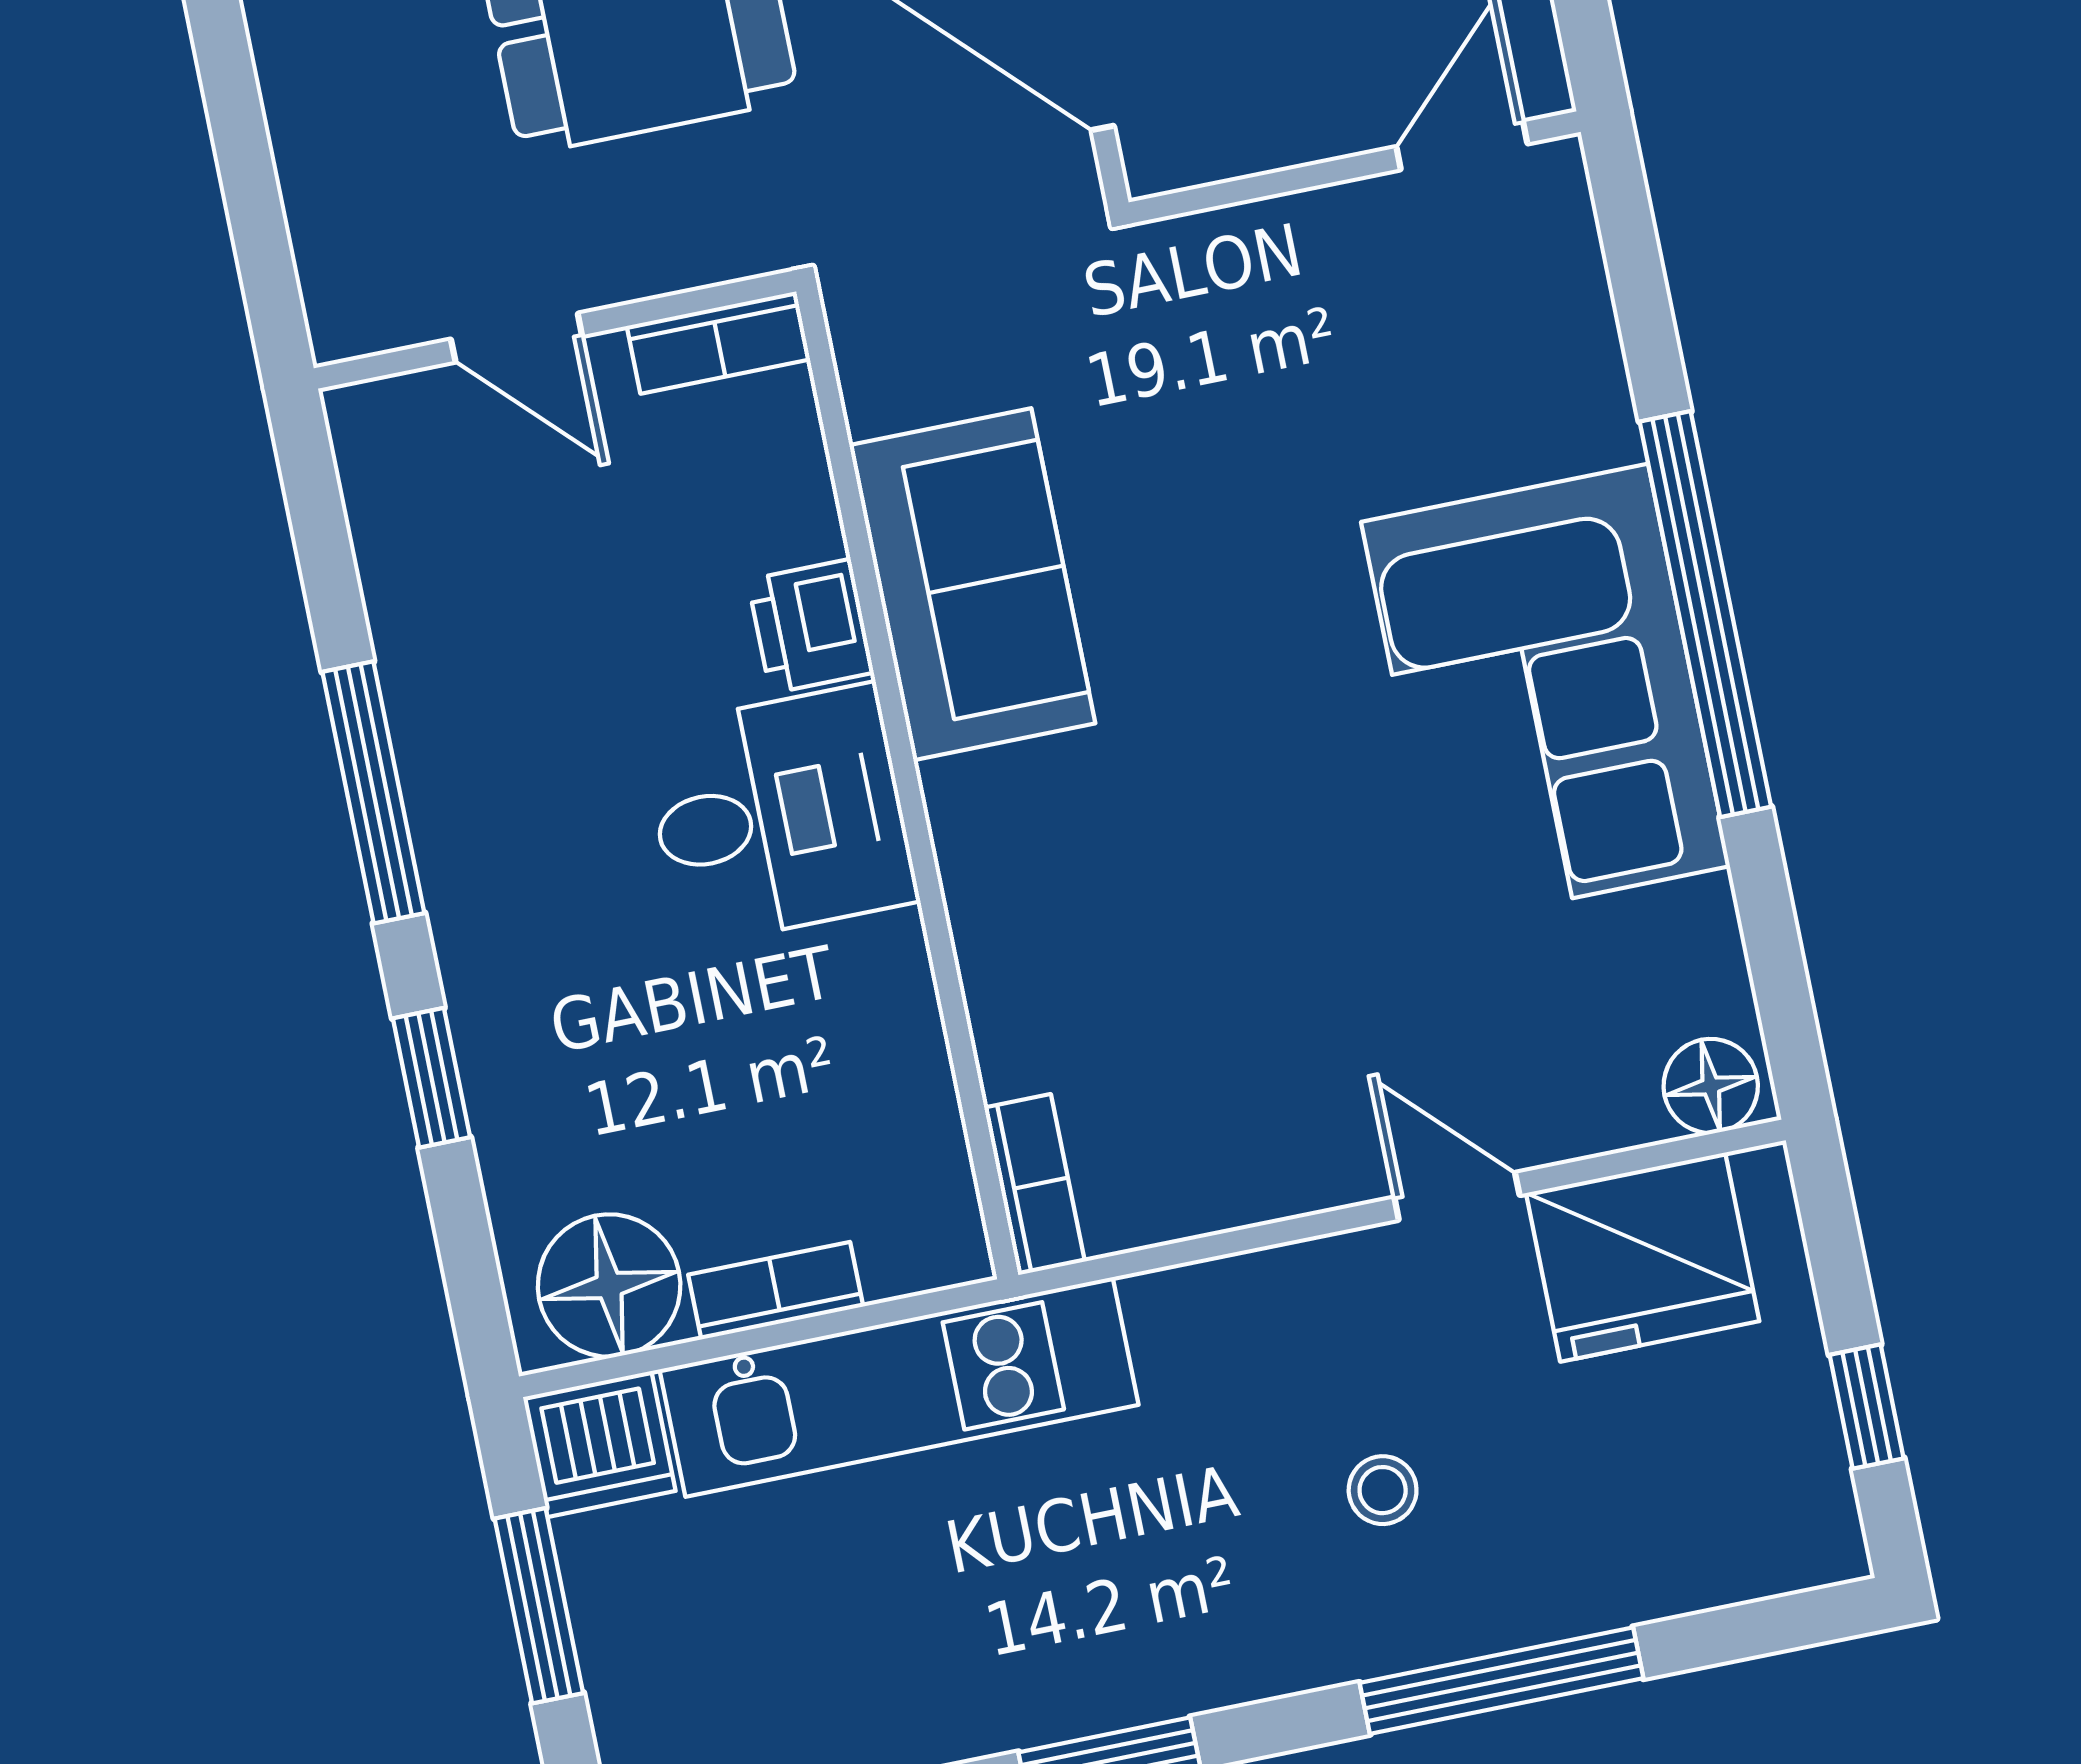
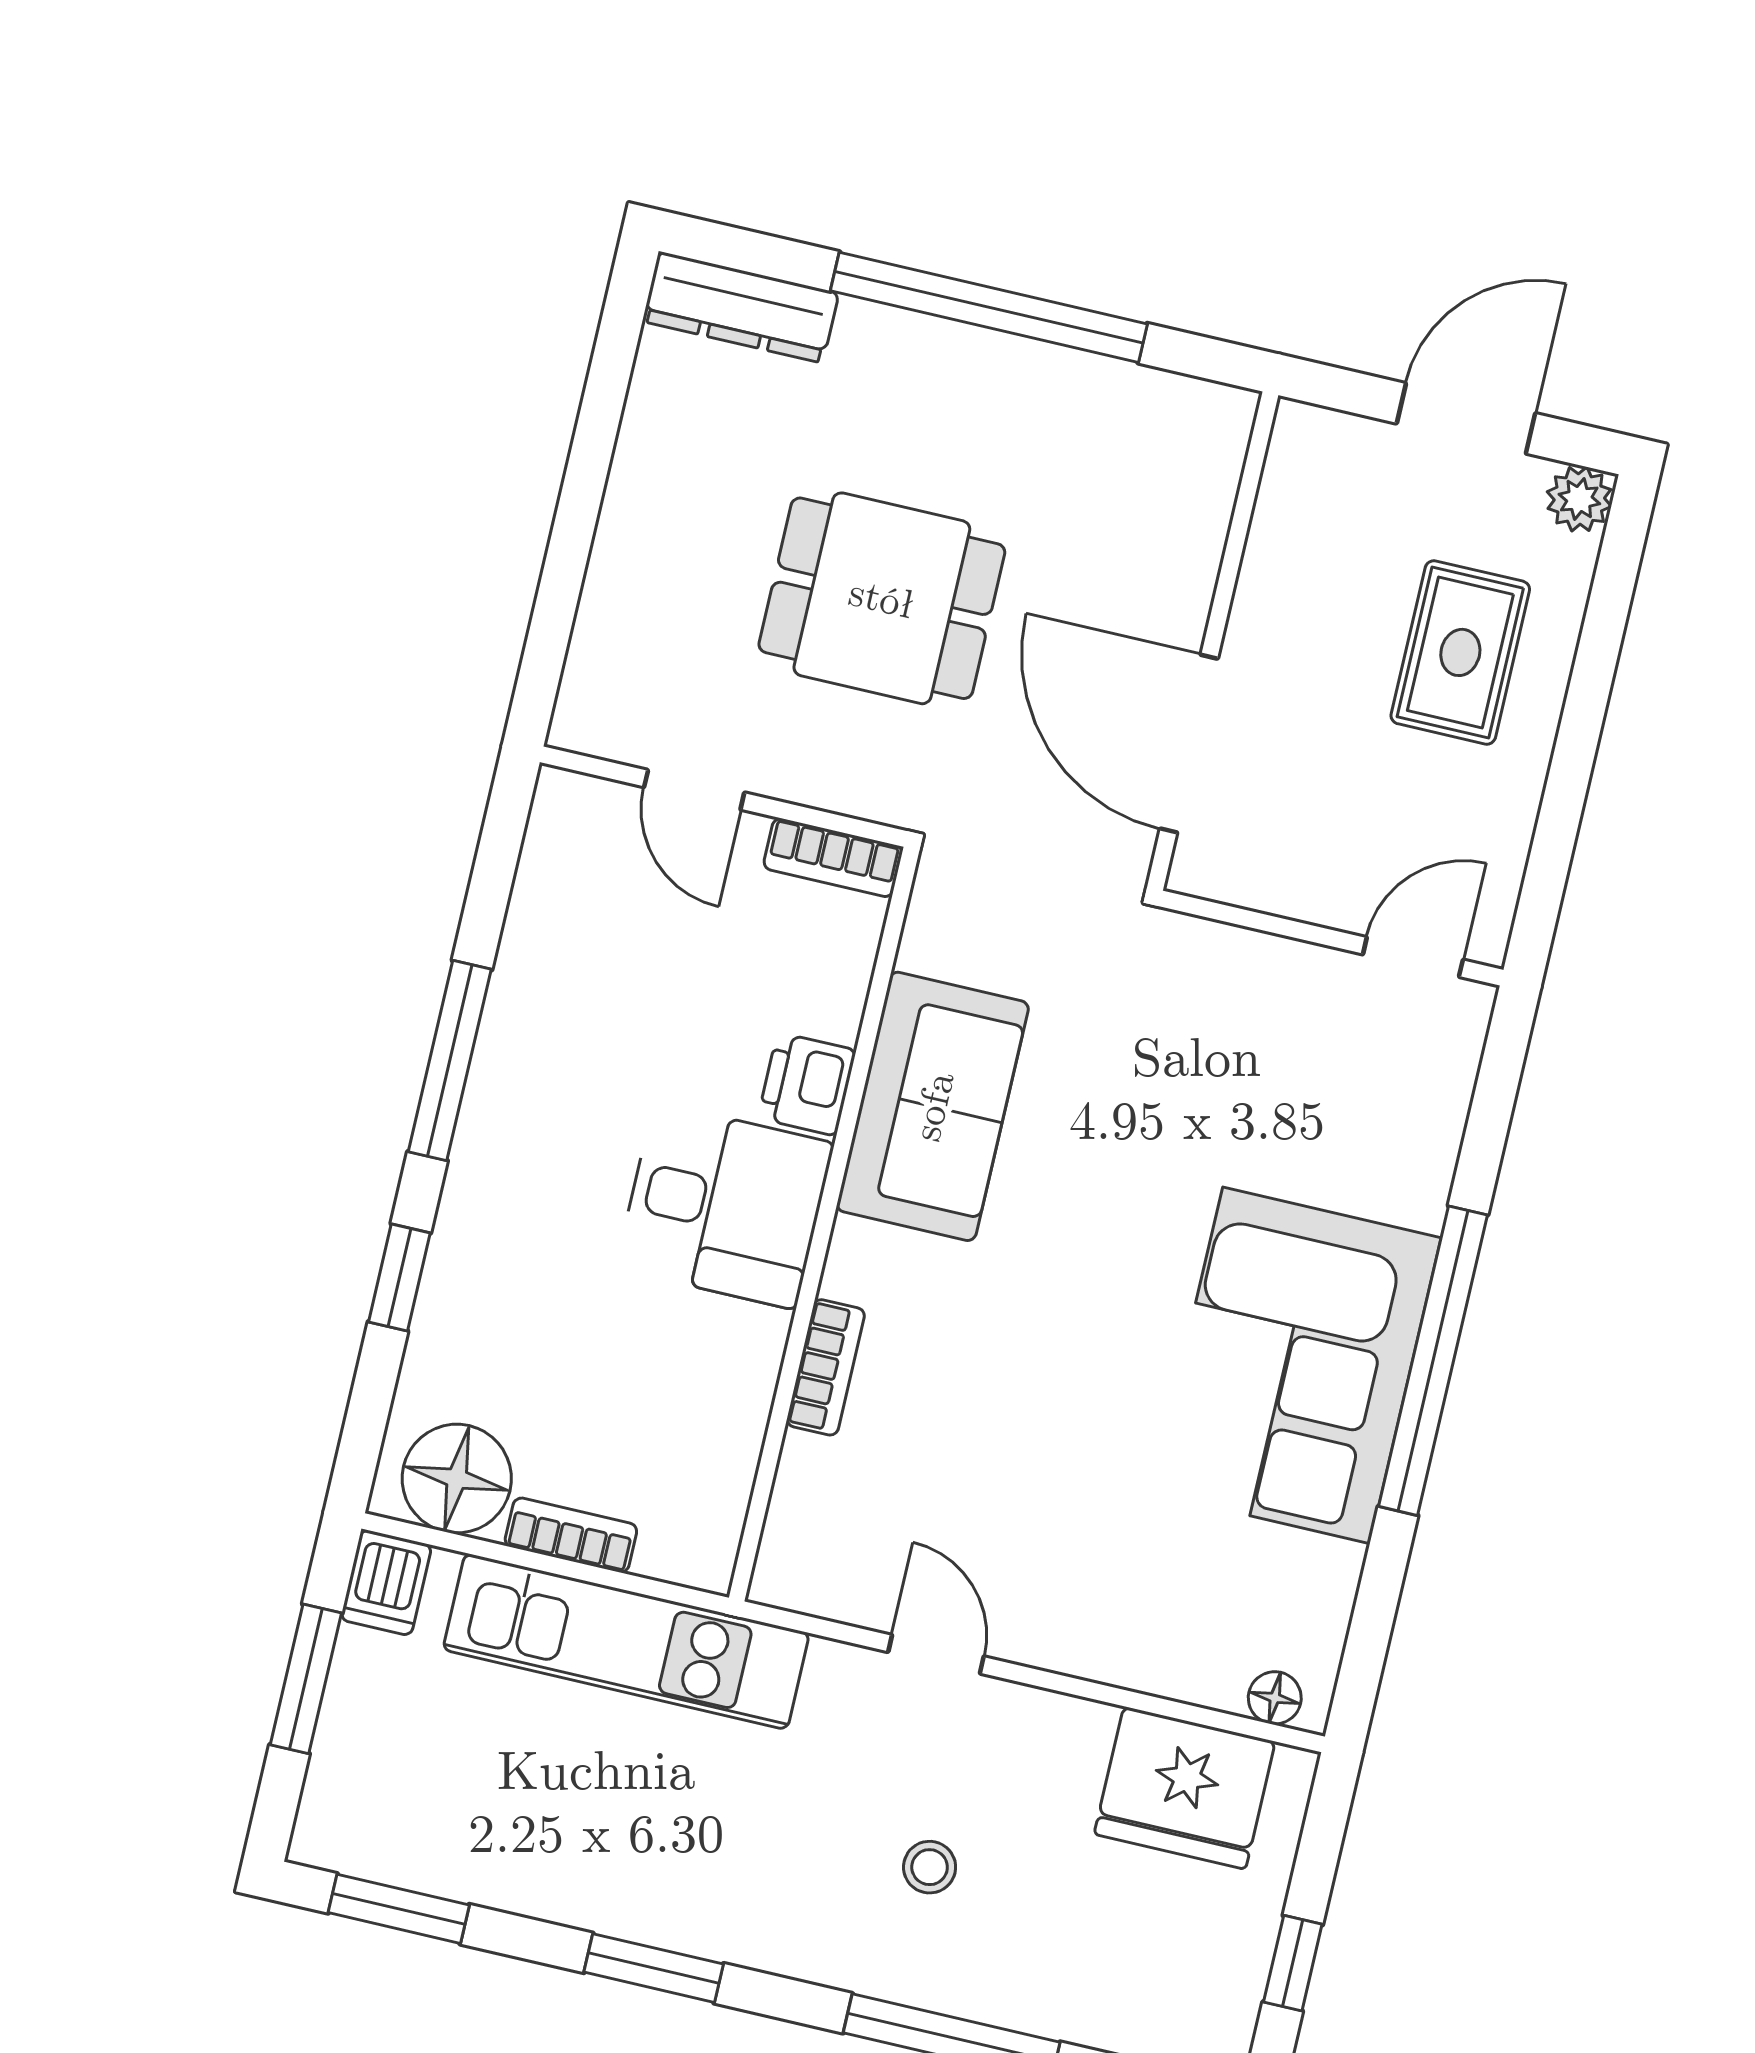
floor lamp: (1711, 1086) -> (1275, 1698), width x0.73, depth x0.73
bookcase: (1034, 1185) -> (826, 1367), moved
door: (1457, 1196) -> (936, 1654), moved
dishwasher: (599, 1444) -> (386, 1583), width x0.73

